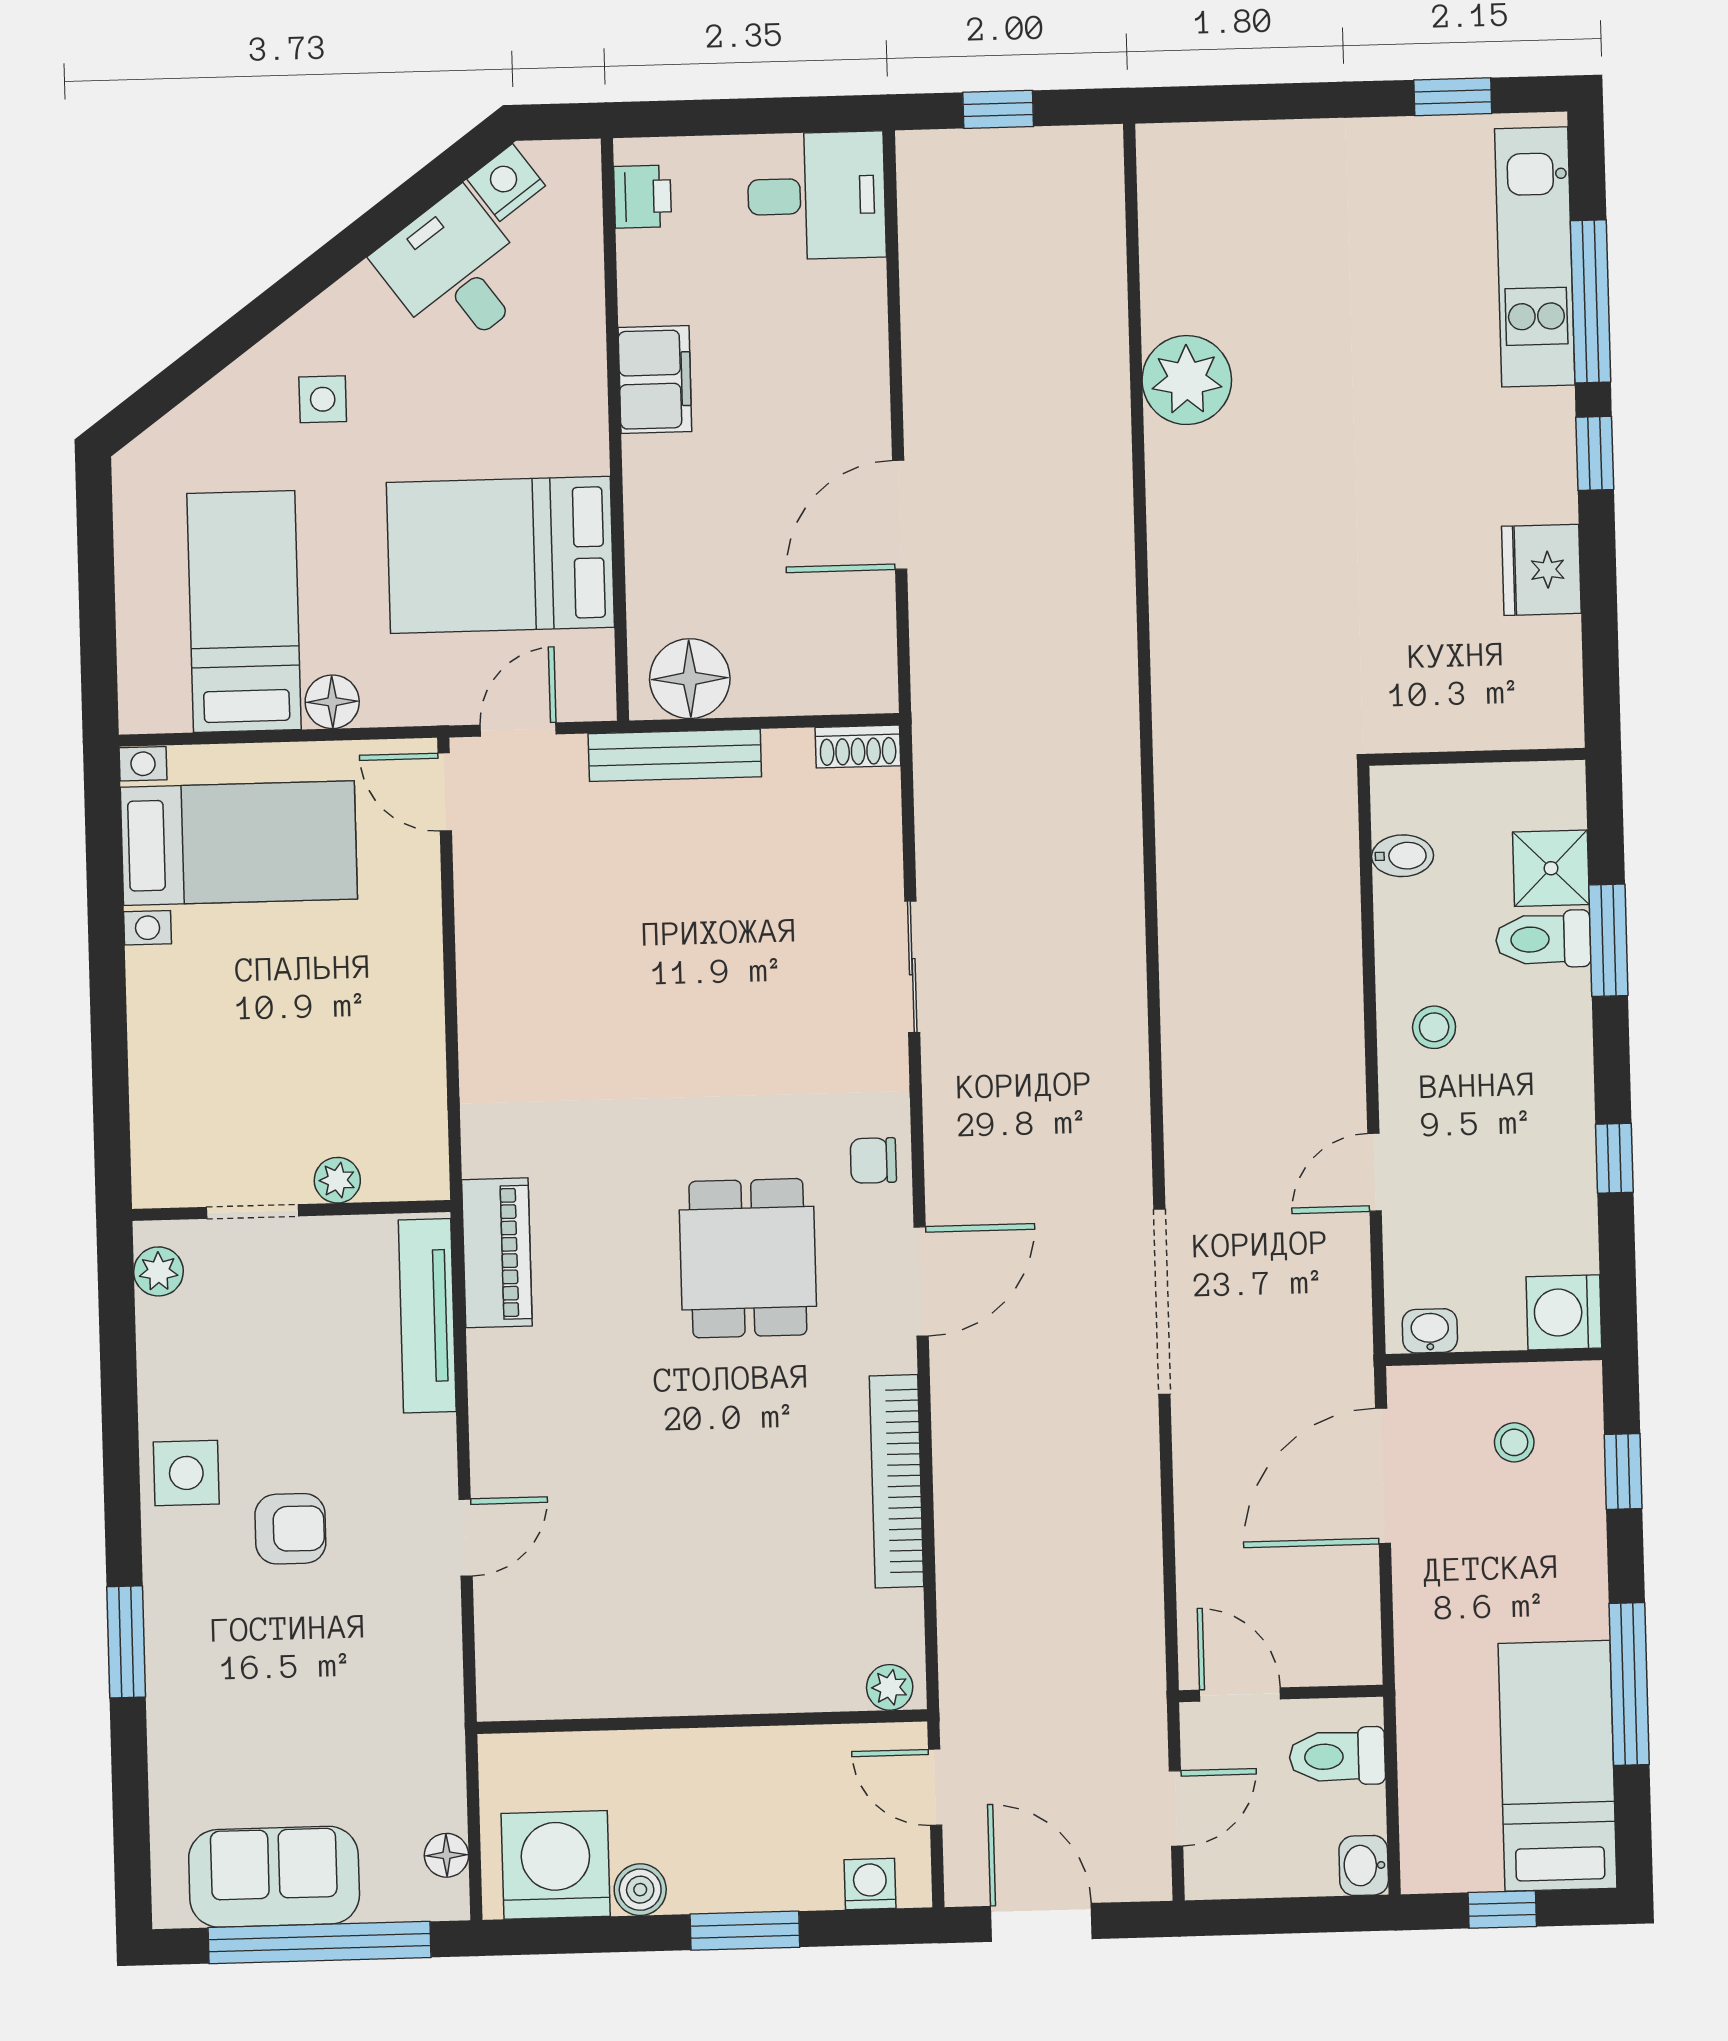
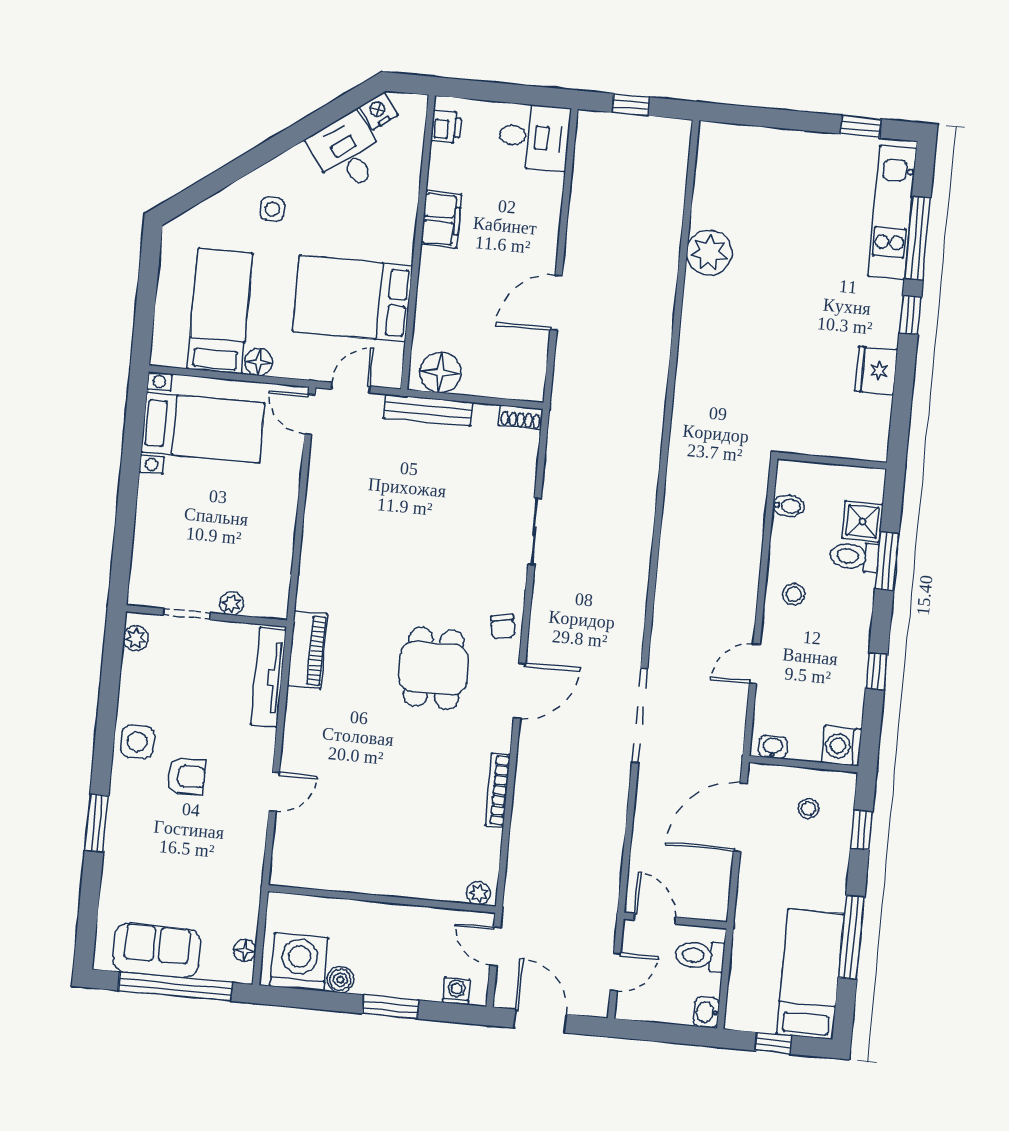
chair: (873, 1160) -> (503, 627), turned -99
bookcase: (896, 1481) -> (498, 790), width x0.68, depth x0.76

